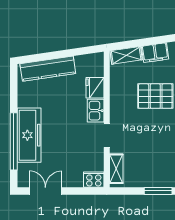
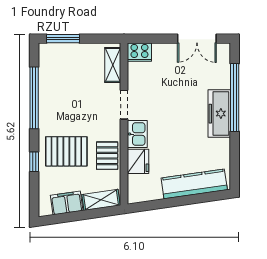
pallet: (121, 92) -> (107, 156), added
freezer: (29, 135) -> (219, 114), width x0.73, depth x0.79

